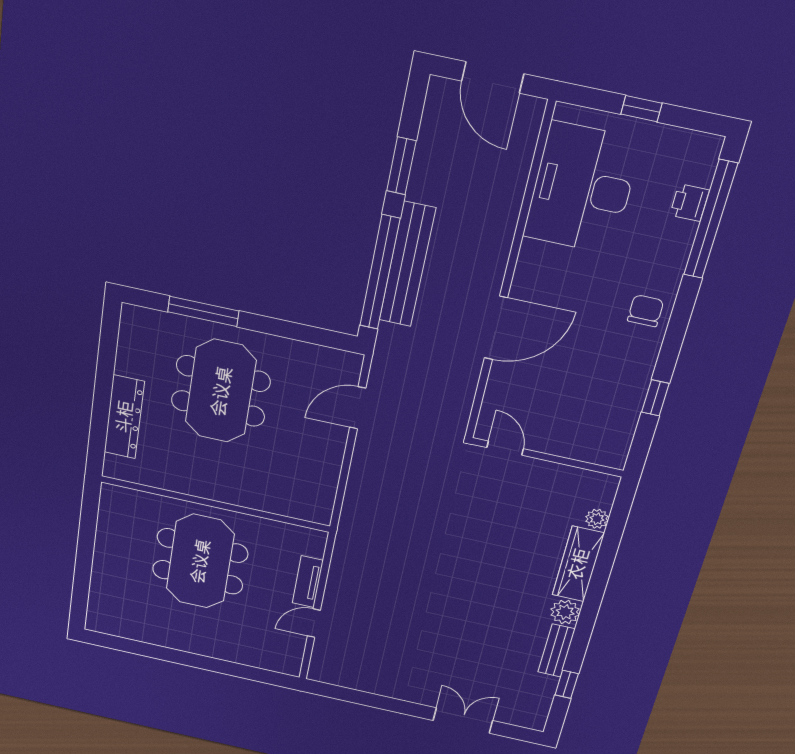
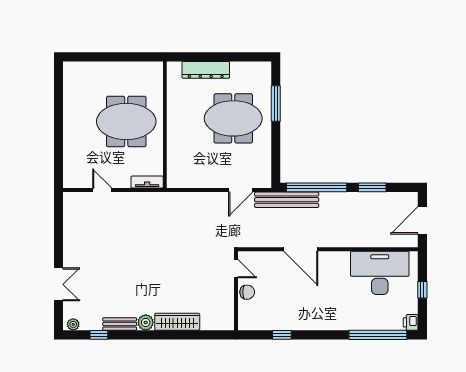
printer: (689, 203) -> (411, 322), moved, turned -90
bench: (407, 265) -> (287, 200), moved
chair: (646, 311) -> (247, 292), moved
door: (358, 408) -> (241, 190), swing flipped
door: (505, 448) -> (236, 269), hinge flipped
plant: (597, 519) -> (73, 324), moved
tv unit: (308, 582) -> (147, 182), moved

